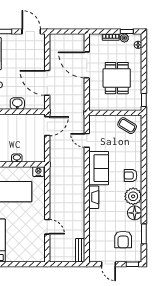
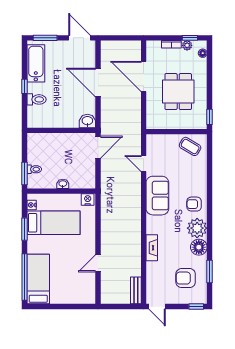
door: (47, 83) -> (98, 83), moved
washbasin: (17, 104) -> (87, 121), moved
fireplace: (94, 197) -> (152, 248), moved
door: (47, 227) -> (98, 263), swing flipped
armchair: (123, 240) -> (186, 278), turned 90
door: (108, 264) -> (157, 307), moved

